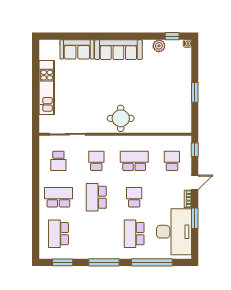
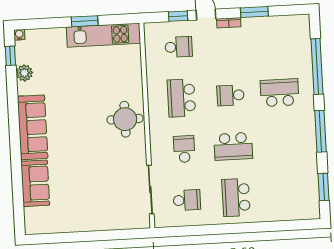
kitchen unit: (47, 88) -> (103, 35), moved, turned 180
window: (195, 150) -> (178, 16), moved
school desk: (96, 161) -> (184, 149), turned 90
school desk: (172, 161) -> (179, 47), turned 180
desk: (174, 232) -> (274, 39), removed
school desk: (58, 234) -> (285, 195), removed
school desk: (134, 234) -> (280, 93), turned 180

